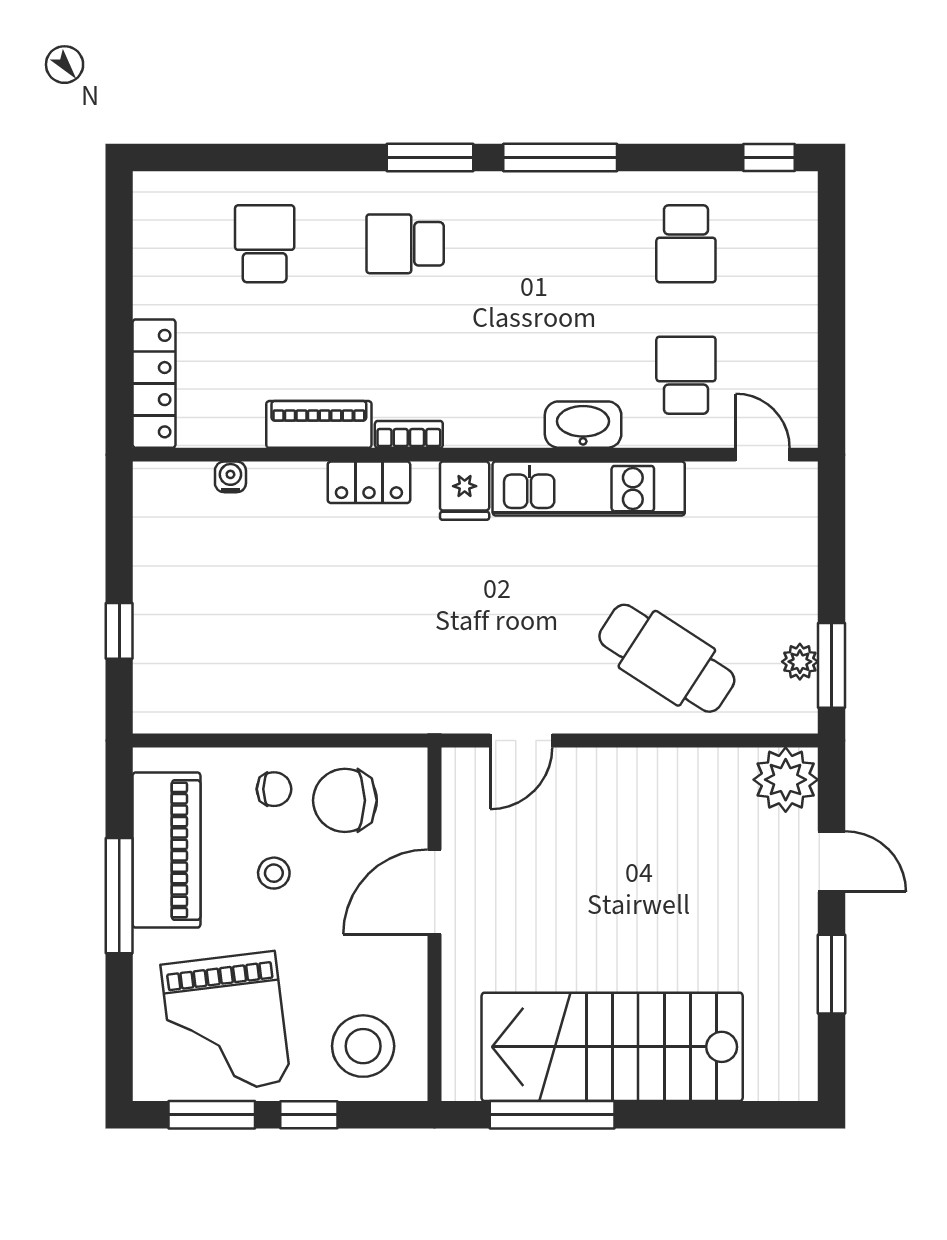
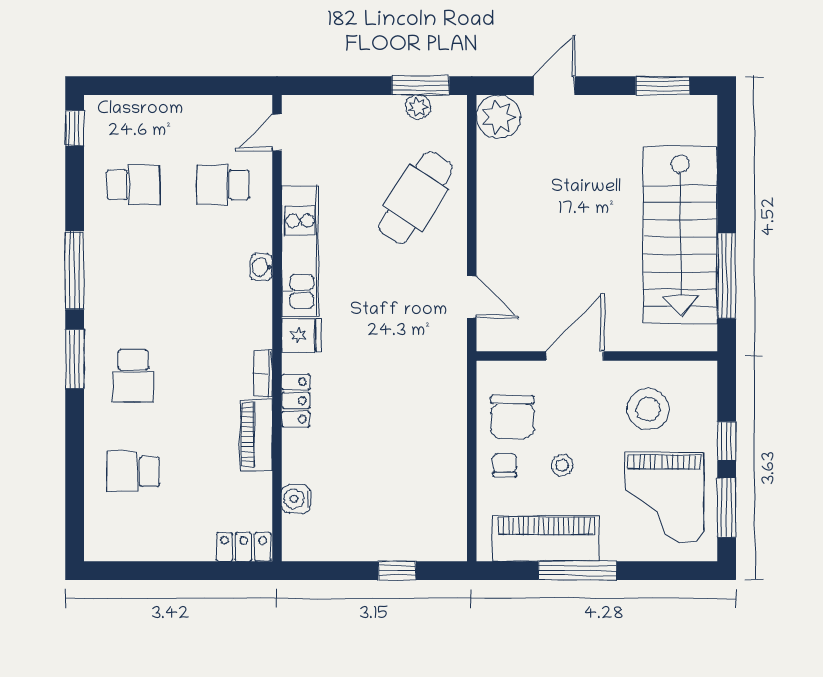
locker: (154, 384) -> (244, 547), width x0.66
washbasin: (583, 425) -> (261, 267), width x0.52, depth x0.69
water cooler: (230, 477) -> (296, 499), width x1.38, depth x1.38
door: (434, 892) -> (575, 356), swing flipped
window: (831, 974) -> (663, 86), moved
grand piano: (226, 1024) -> (664, 498), turned 97
stool: (363, 1046) -> (648, 409), moved

